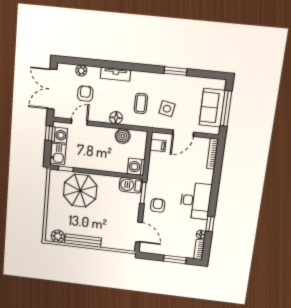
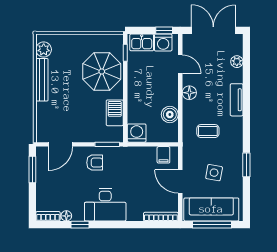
armchair: (85, 94) -> (212, 68), removed
sofa: (212, 108) -> (211, 209), width x1.36
side table: (167, 109) -> (214, 173), moved
floor lamp: (116, 118) -> (189, 93), moved
barbecue: (131, 185) -> (115, 113), moved
window: (175, 259) -> (32, 169), moved

